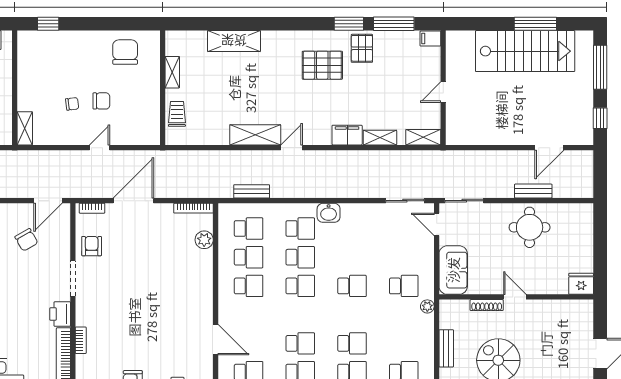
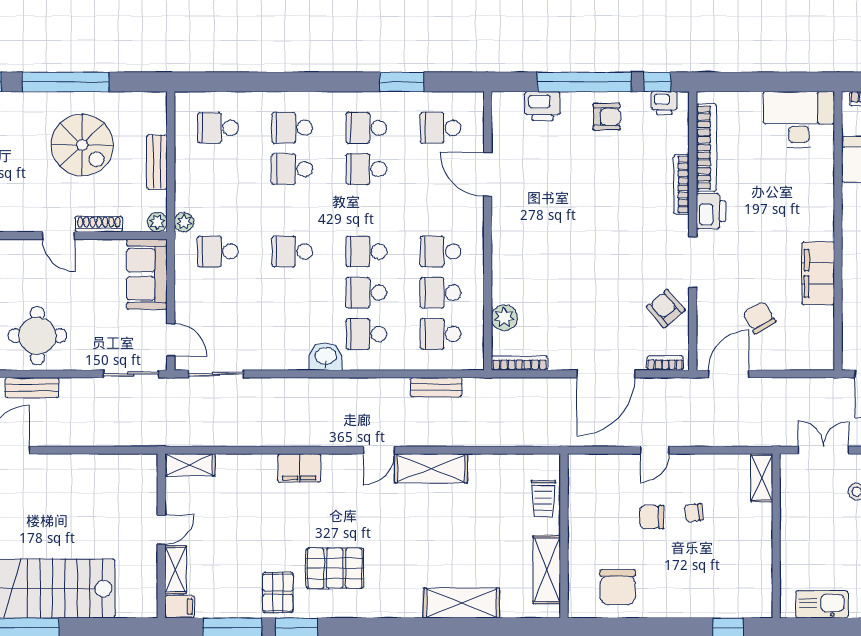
shelving: (172, 72) -> (547, 570), width x1.50, depth x1.33
shelving: (380, 138) -> (176, 570), moved, turned 90
armchair: (92, 246) -> (666, 309), turned 140
plant: (446, 306) -> (157, 222), added
bookcase: (81, 340) -> (681, 184), width x1.56

